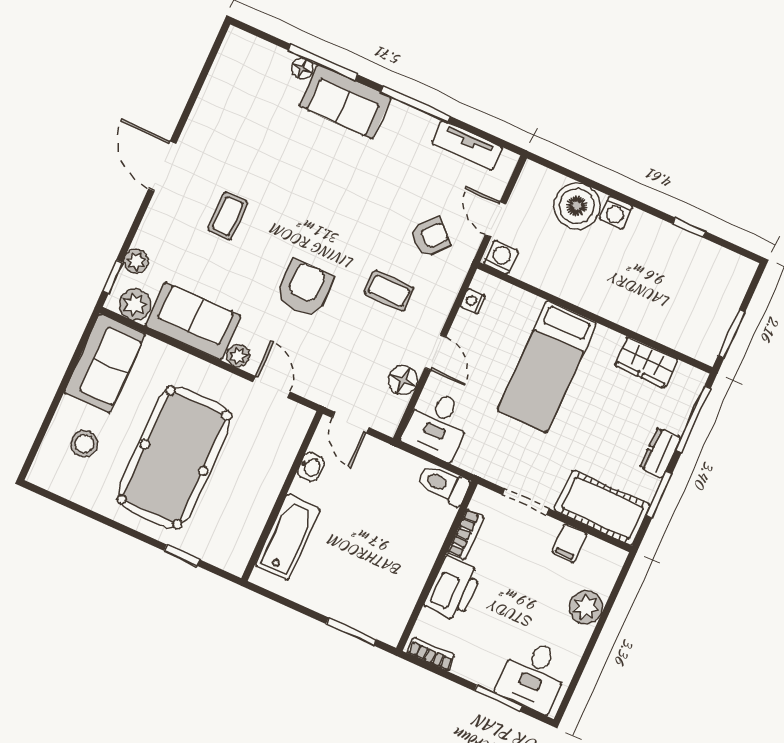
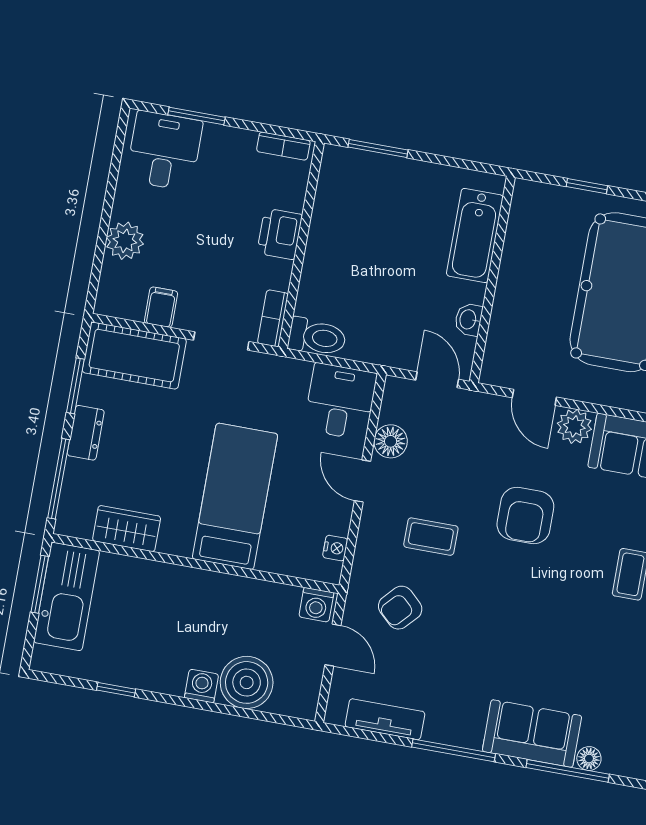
kitchen sink: (711, 318) -> (67, 596), added
plant: (238, 356) -> (574, 426), width x1.38, depth x1.38
bookcase: (466, 534) -> (273, 318), moved
printer: (453, 588) -> (280, 234), width x0.73, depth x0.84

